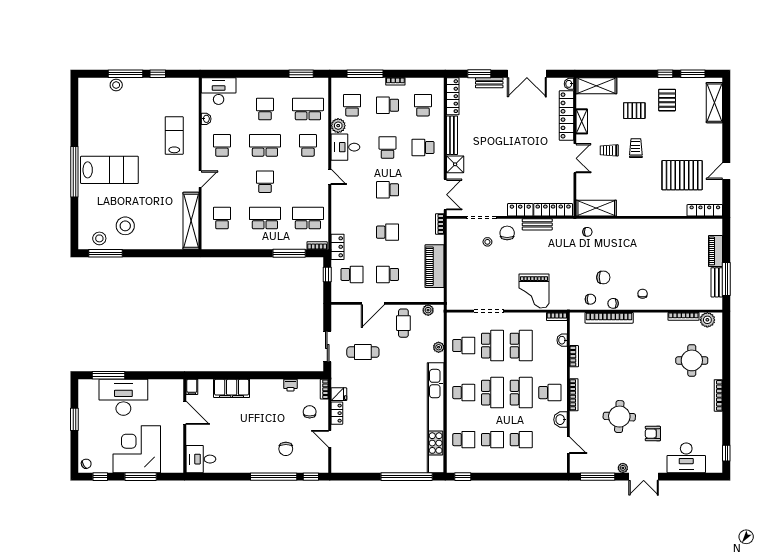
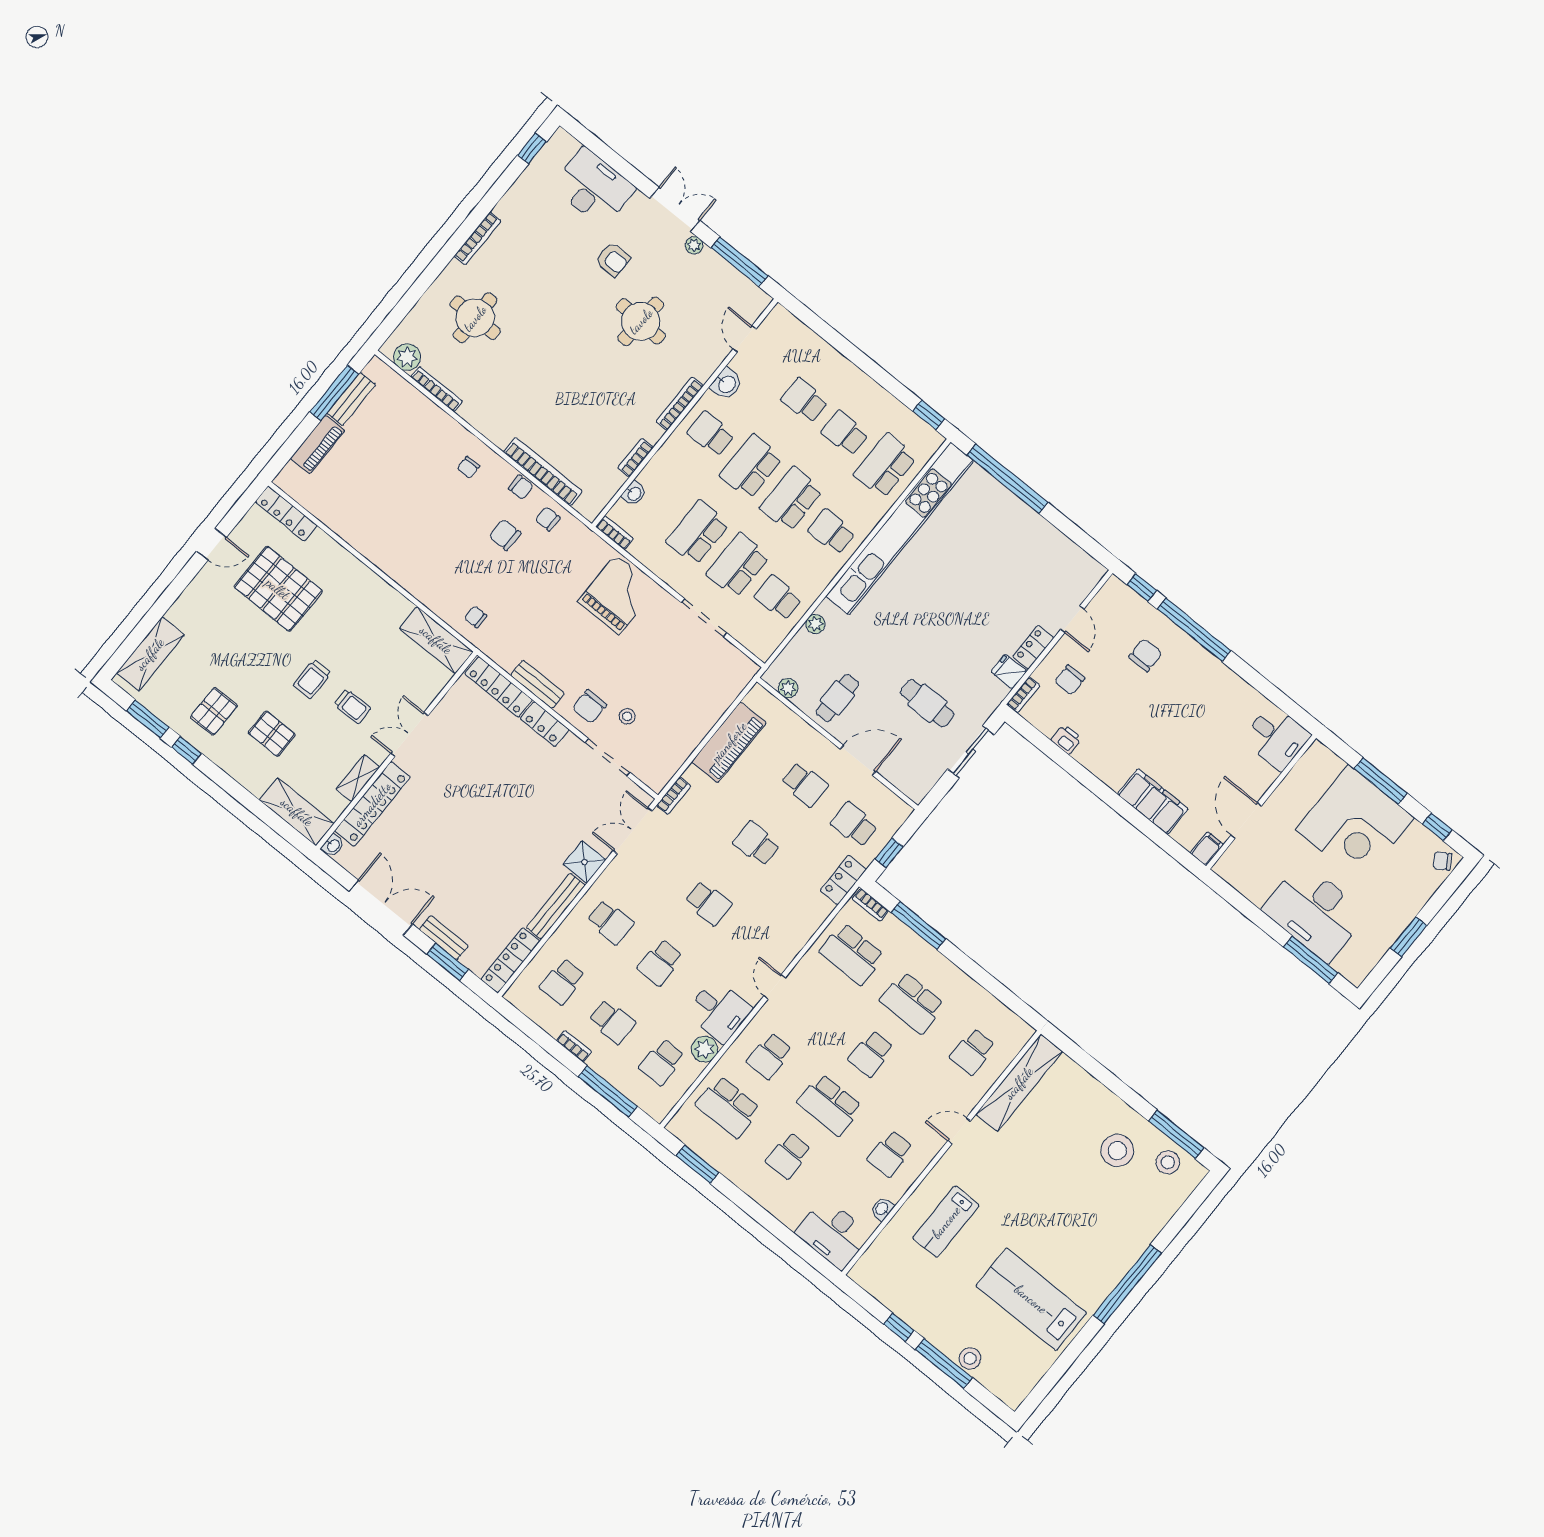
lab bench: (109, 170) -> (1031, 1299), moved
school desk: (464, 440) -> (885, 466), width x1.85

